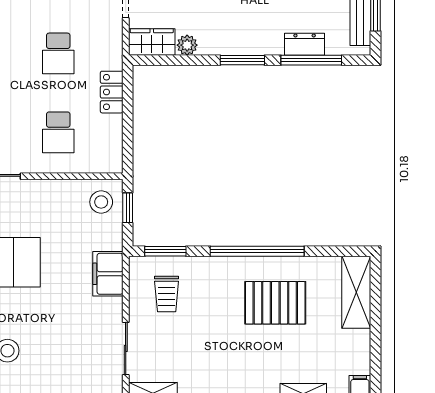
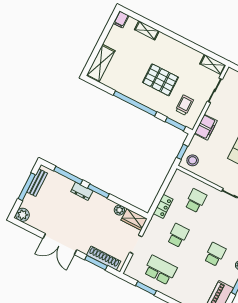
dresser: (305, 44) -> (82, 191), moved
pallet: (275, 303) -> (160, 80), moved

